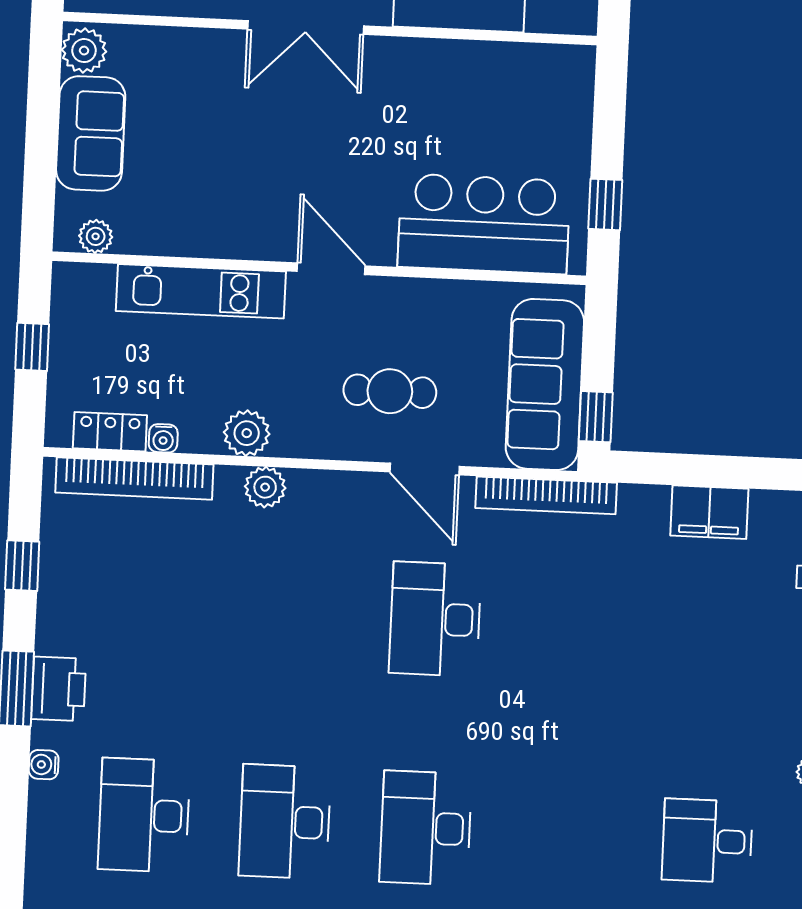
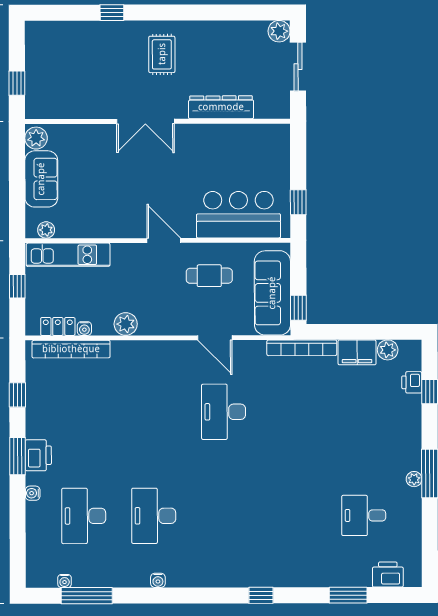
kitchen unit: (201, 291) -> (68, 255), moved
cafe table: (390, 391) -> (209, 276), moved
plant: (265, 487) -> (388, 350), moved
bookcase: (546, 495) -> (302, 348), moved
desk: (426, 828) -> (224, 516), removed

